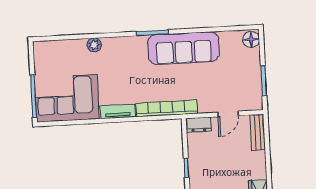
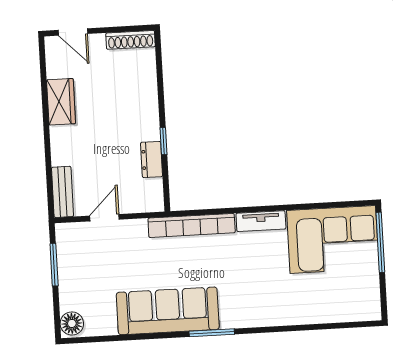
plant: (94, 45) -> (294, 315), removed
dresser: (199, 125) -> (152, 160), moved, turned -90

